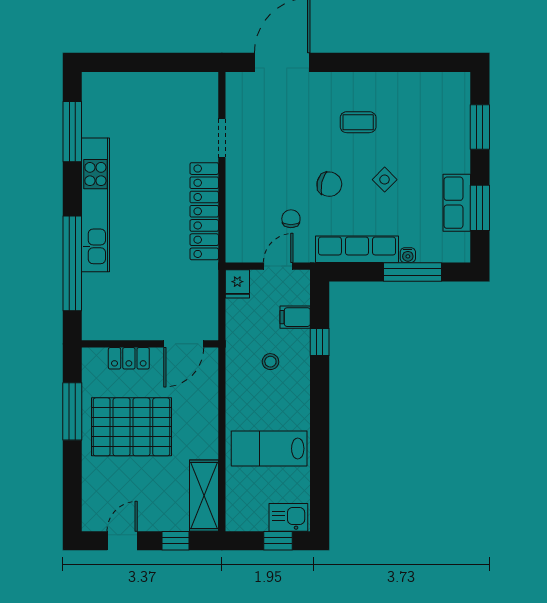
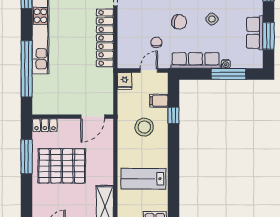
locker: (129, 358) -> (45, 125), moved
stool: (270, 362) -> (144, 127), width x1.89, depth x1.89

